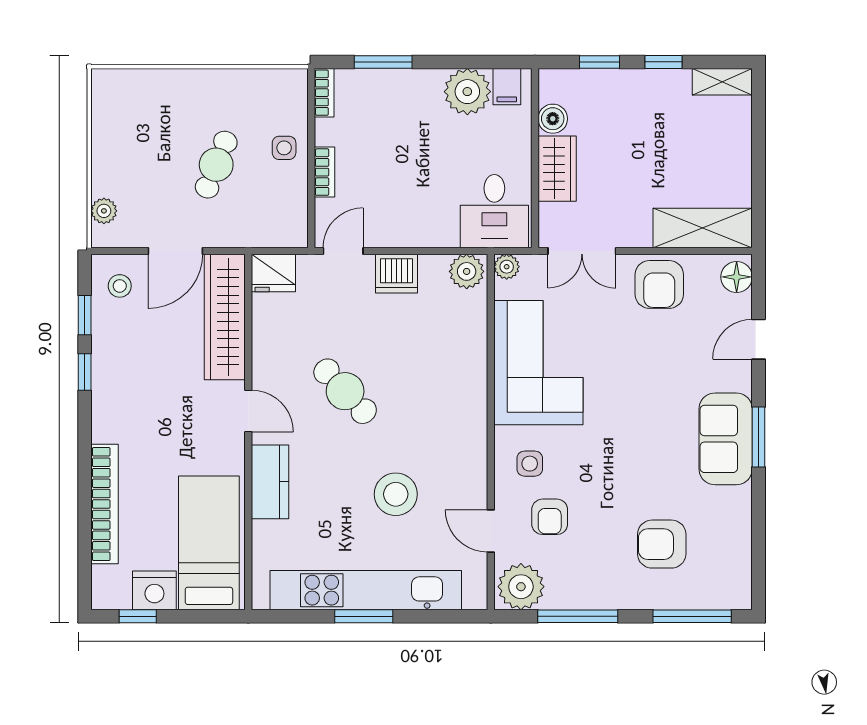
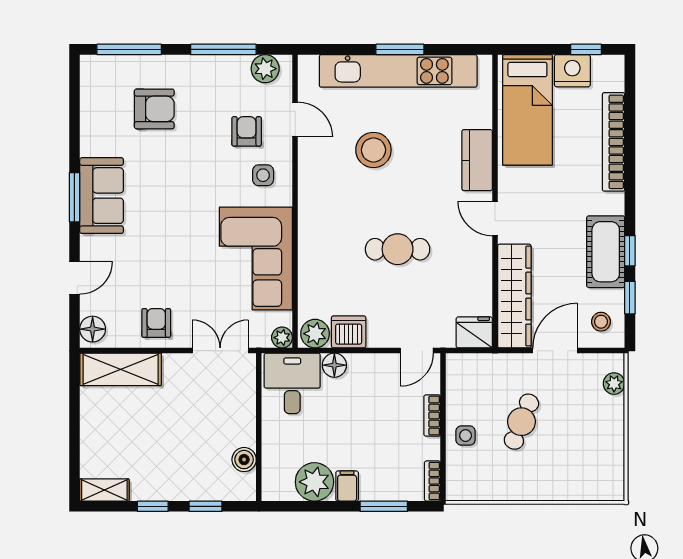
filing cabinet: (507, 87) -> (347, 486), moved
wardrobe: (557, 169) -> (241, 418), removed
floor lamp: (443, 233) -> (334, 365), added
dishwasher: (397, 274) -> (349, 332), moved
armchair: (659, 284) -> (156, 323), width x0.72, depth x0.72
cot: (114, 371) -> (606, 252), added
cafe table: (345, 391) -> (398, 249), moved, turned -47
plant: (521, 587) -> (265, 69), width x0.73, depth x0.73

